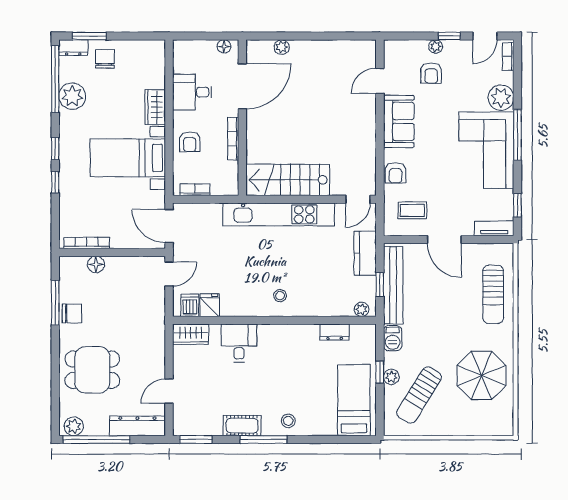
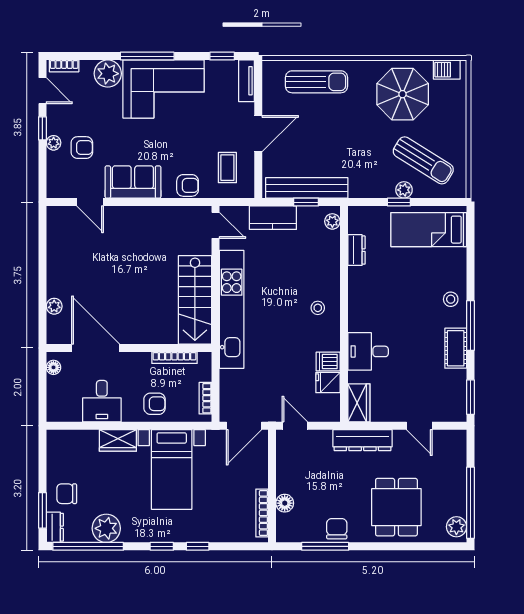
bookcase: (233, 139) -> (174, 358), moved
dishwasher: (190, 305) -> (328, 361), moved
barbecue: (393, 338) -> (447, 70), moved, turned 180
dresser: (137, 426) -> (362, 440), moved, turned -90

